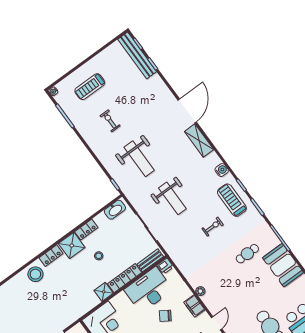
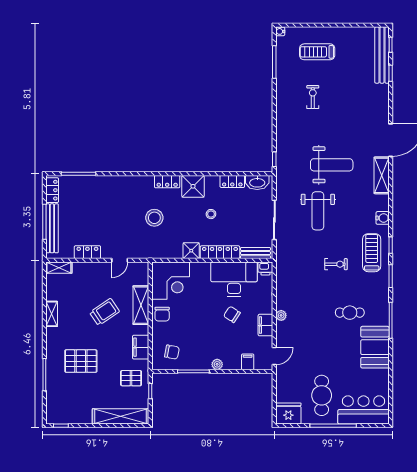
weight bench: (139, 159) -> (332, 165), moved, turned -90
locker: (86, 230) -> (232, 181), moved
stool: (35, 274) -> (154, 218), moved

